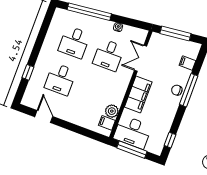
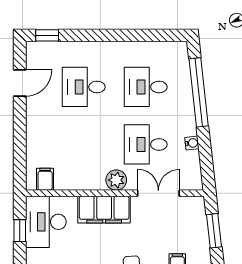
window: (175, 34) -> (214, 231), width x0.69
window: (28, 72) -> (47, 35), moved
plant: (112, 111) -> (116, 180), moved
window: (132, 150) -> (20, 231), width x0.46

